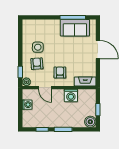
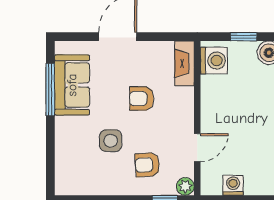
side table: (38, 47) -> (111, 141), moved
armchair: (60, 73) -> (142, 99), moved
washing machine: (71, 95) -> (214, 61), moved

